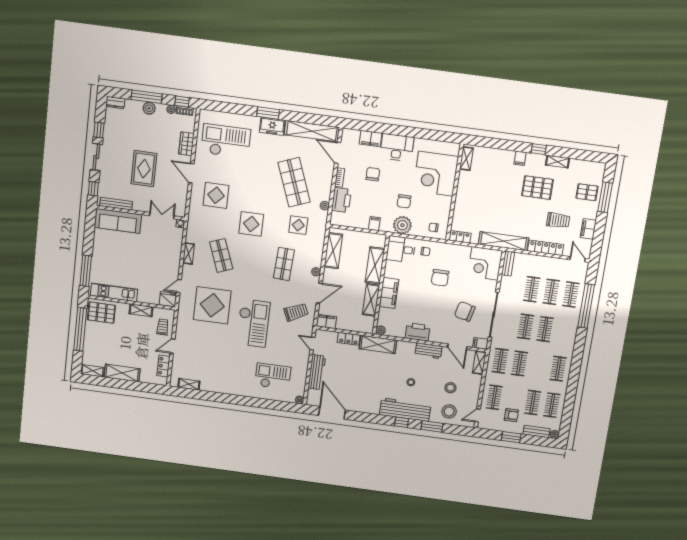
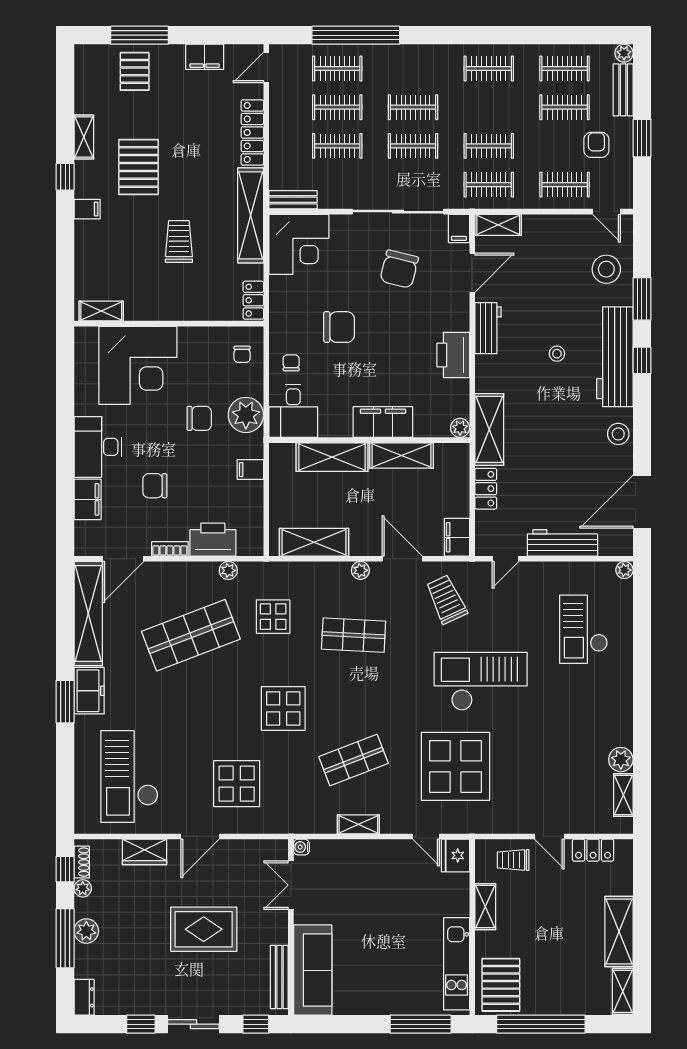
trolley: (558, 220) -> (179, 242), moved
plant: (206, 385) -> (621, 760), added
stool: (450, 388) -> (618, 434), moved

